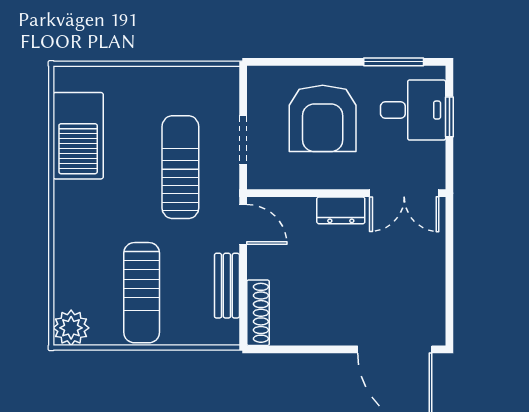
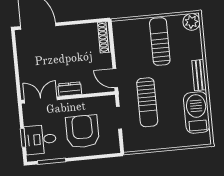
bench: (227, 286) -> (199, 75), moved

